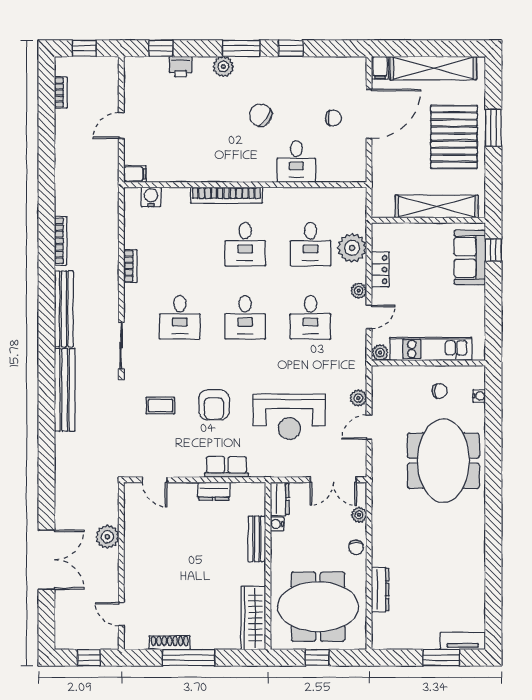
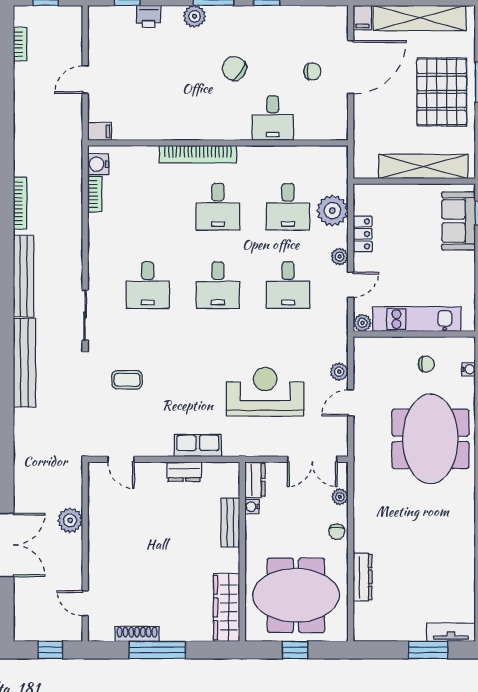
water cooler: (151, 197) -> (98, 164), moved, turned -90
bookcase: (130, 266) -> (95, 194), moved
armchair: (214, 405) -> (184, 379), removed
reception desk: (289, 417) -> (265, 392), turned 180

